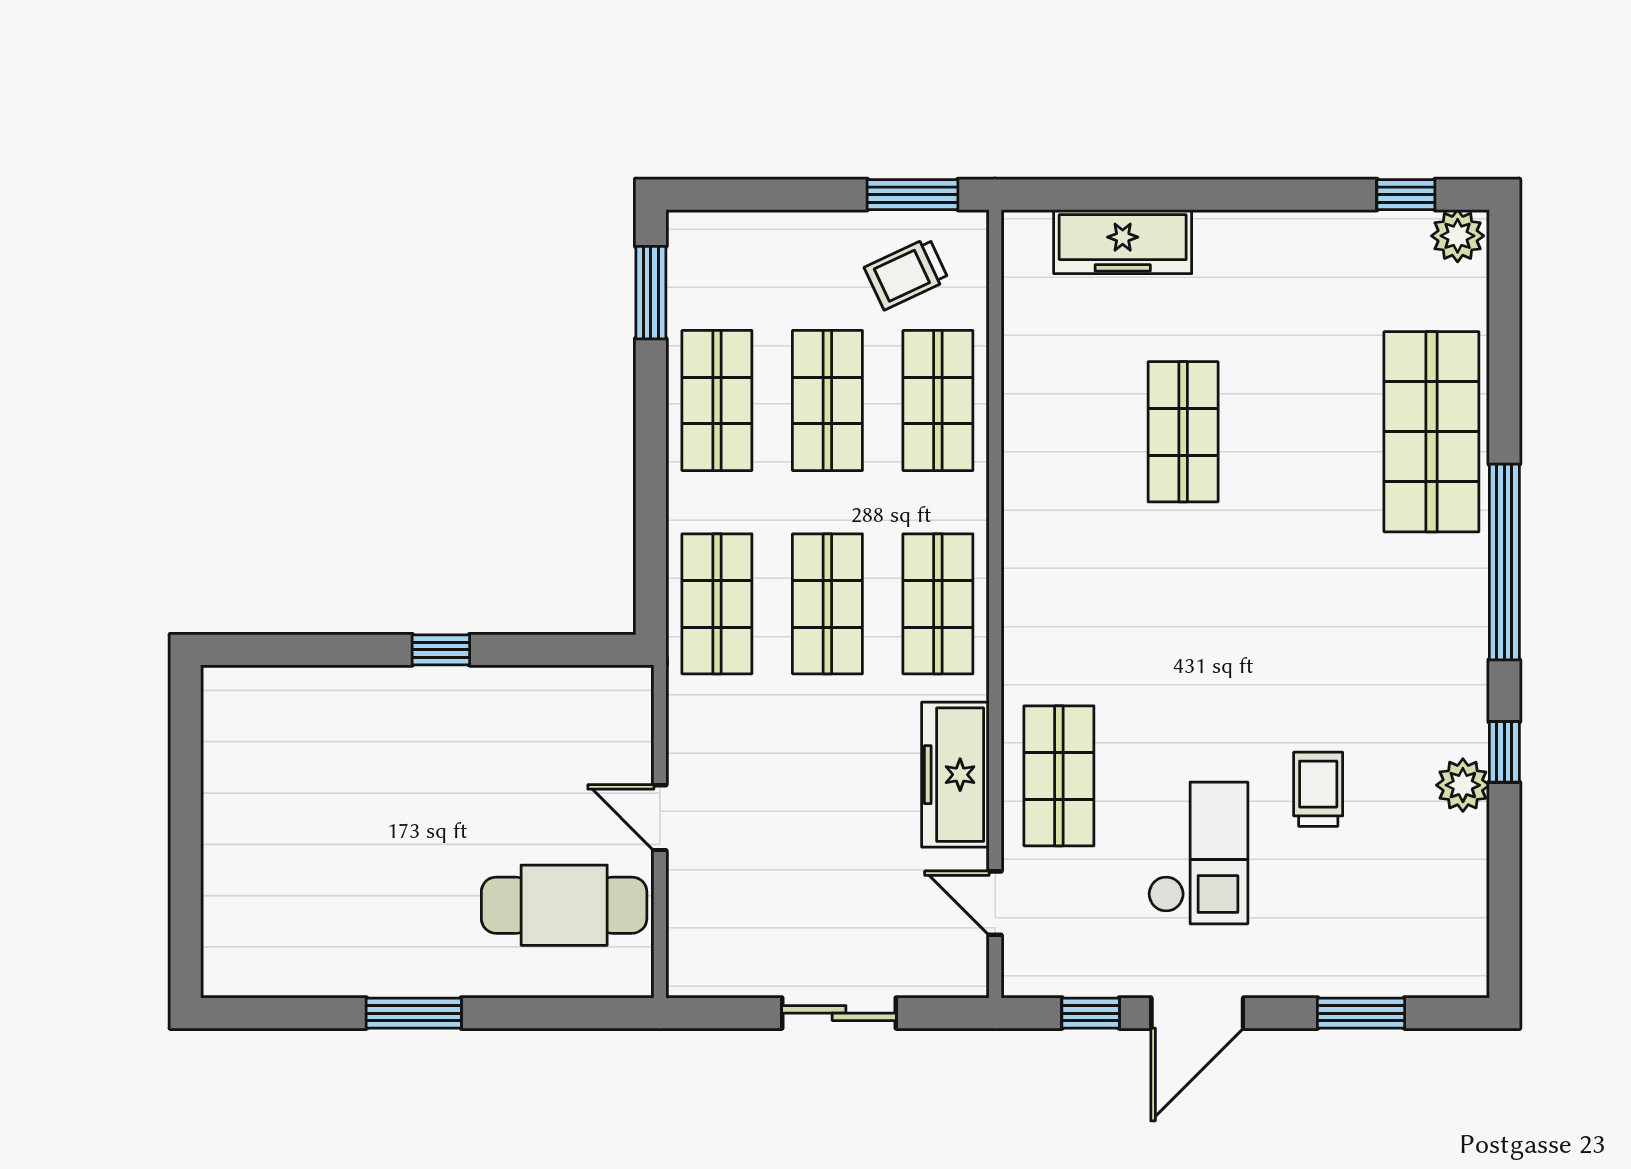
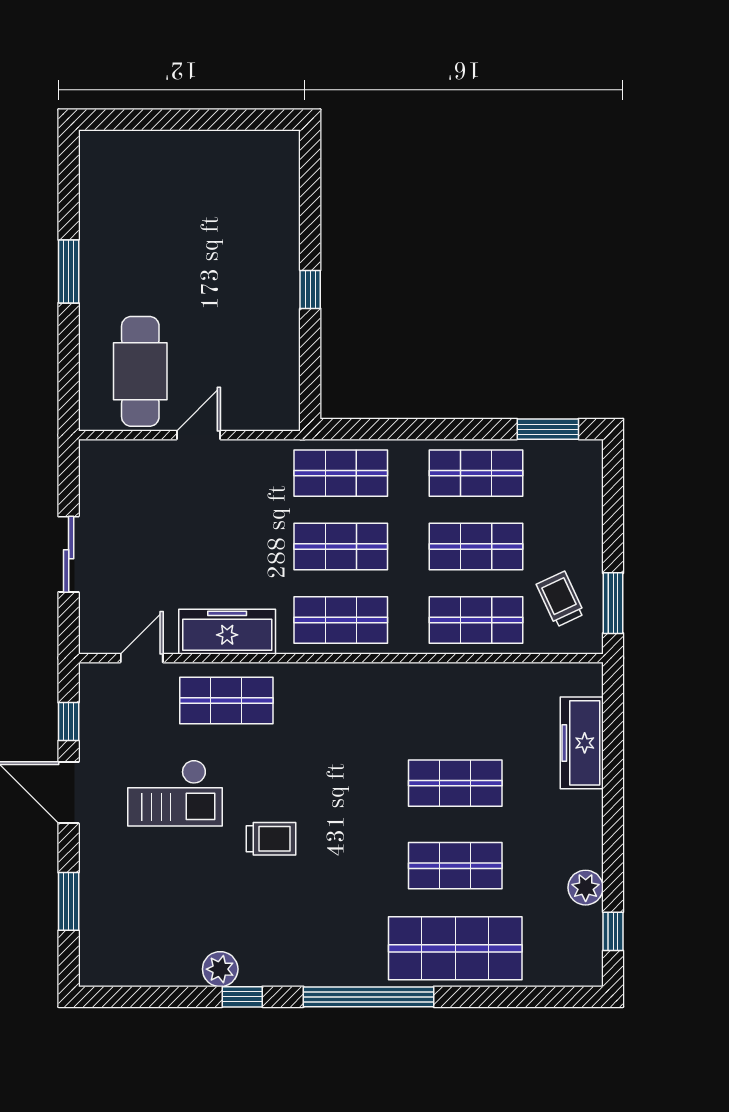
plant: (1458, 236) -> (586, 888), moved
shop shelf: (1307, 432) -> (455, 866), added
trolley: (1318, 789) -> (271, 839), moved

